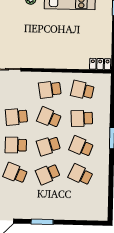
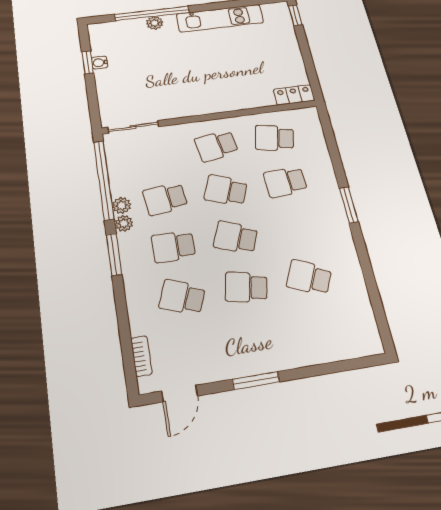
school desk: (49, 146) -> (236, 237), turned 39
school desk: (81, 147) -> (297, 228), removed
school desk: (48, 174) -> (246, 287), turned 36

